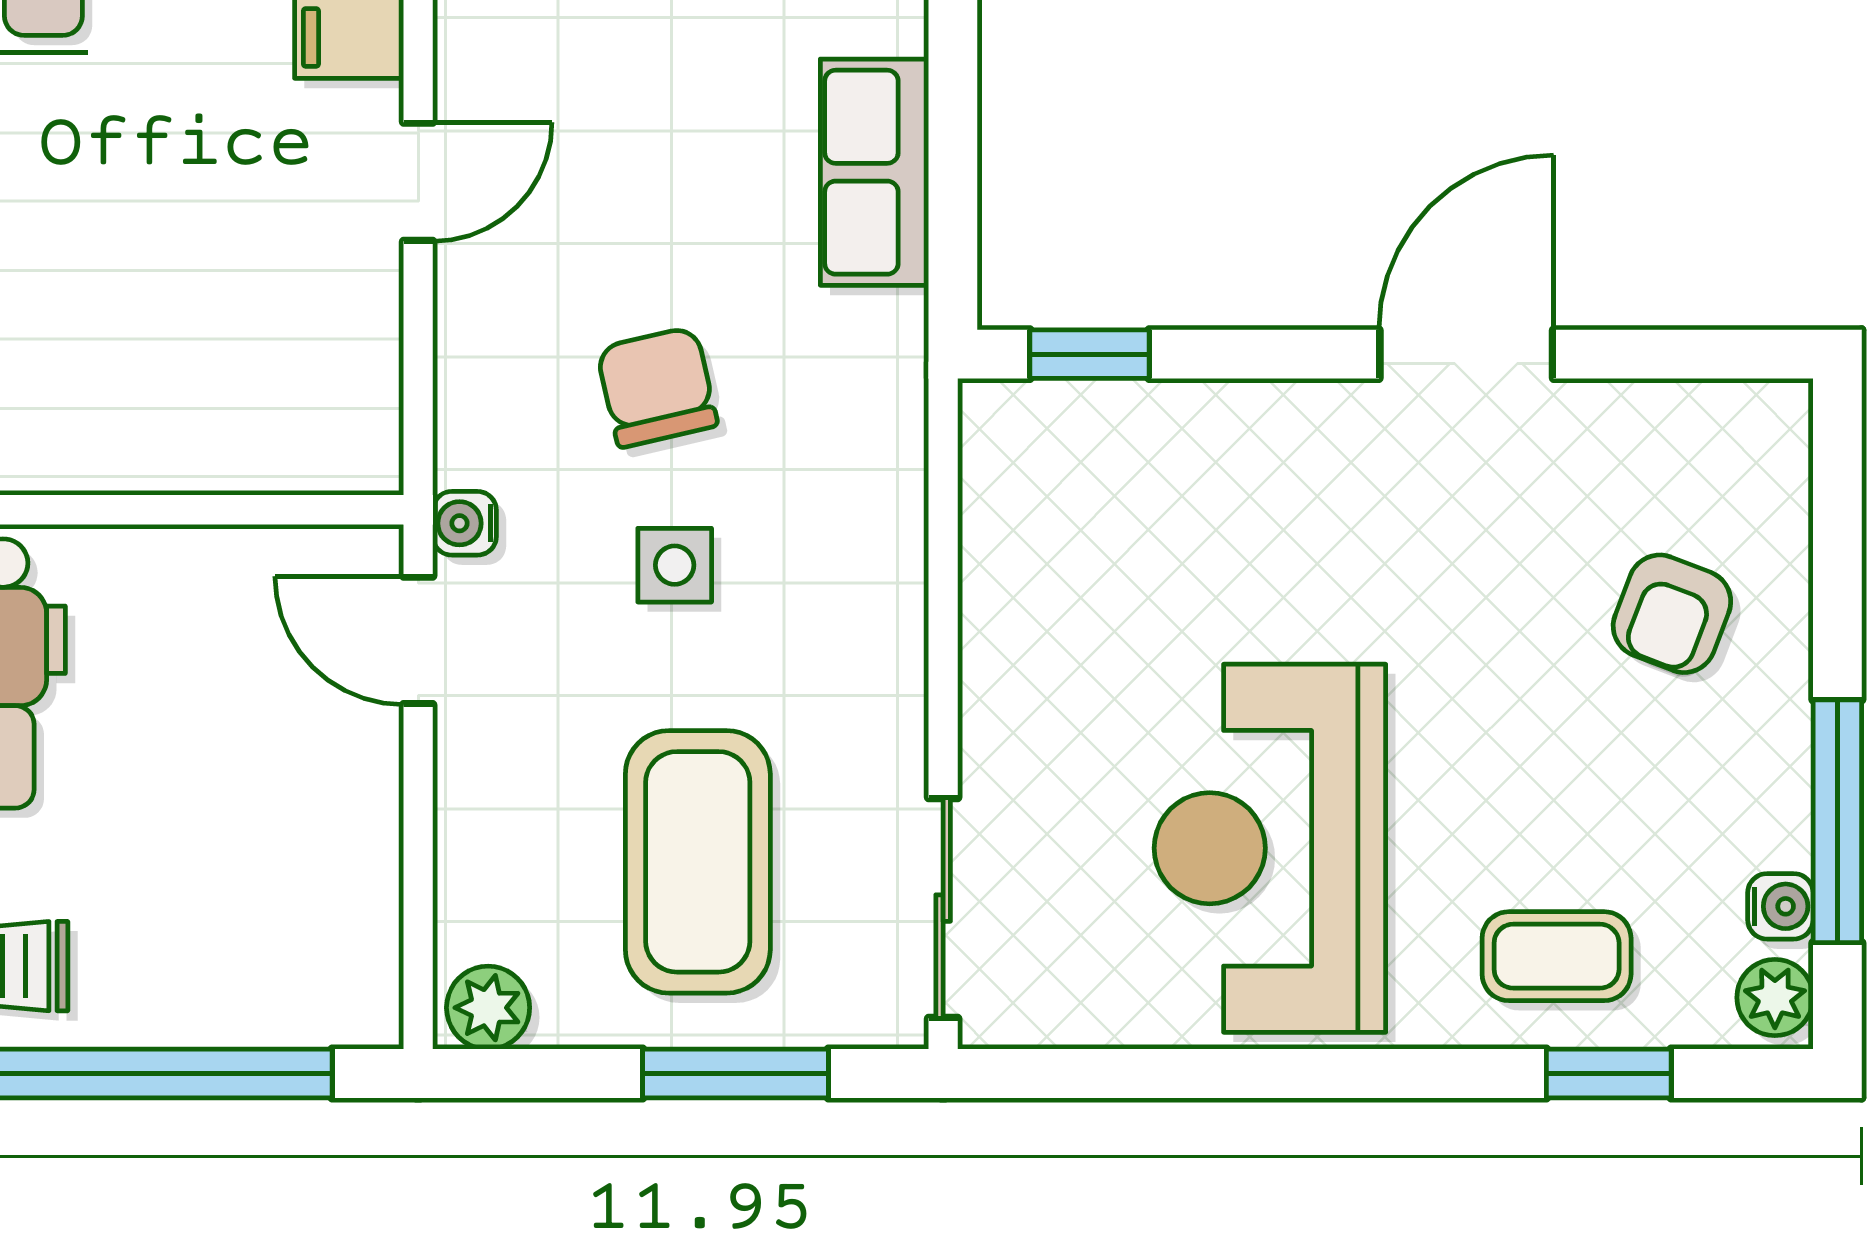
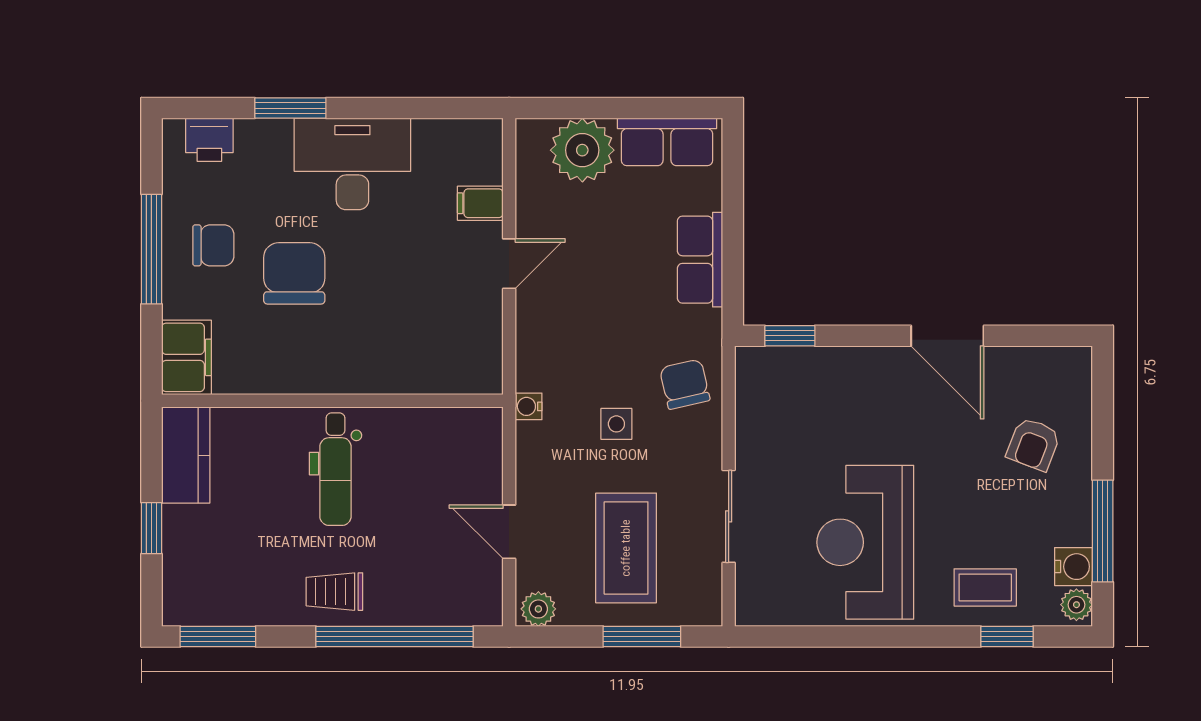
door: (1466, 354) -> (947, 336), swing flipped
chair: (657, 387) -> (685, 384), moved
door: (418, 640) -> (509, 532), moved
water cooler: (1780, 906) -> (1073, 567), width x1.38, depth x1.38
sliding door: (943, 908) -> (729, 516), moved

